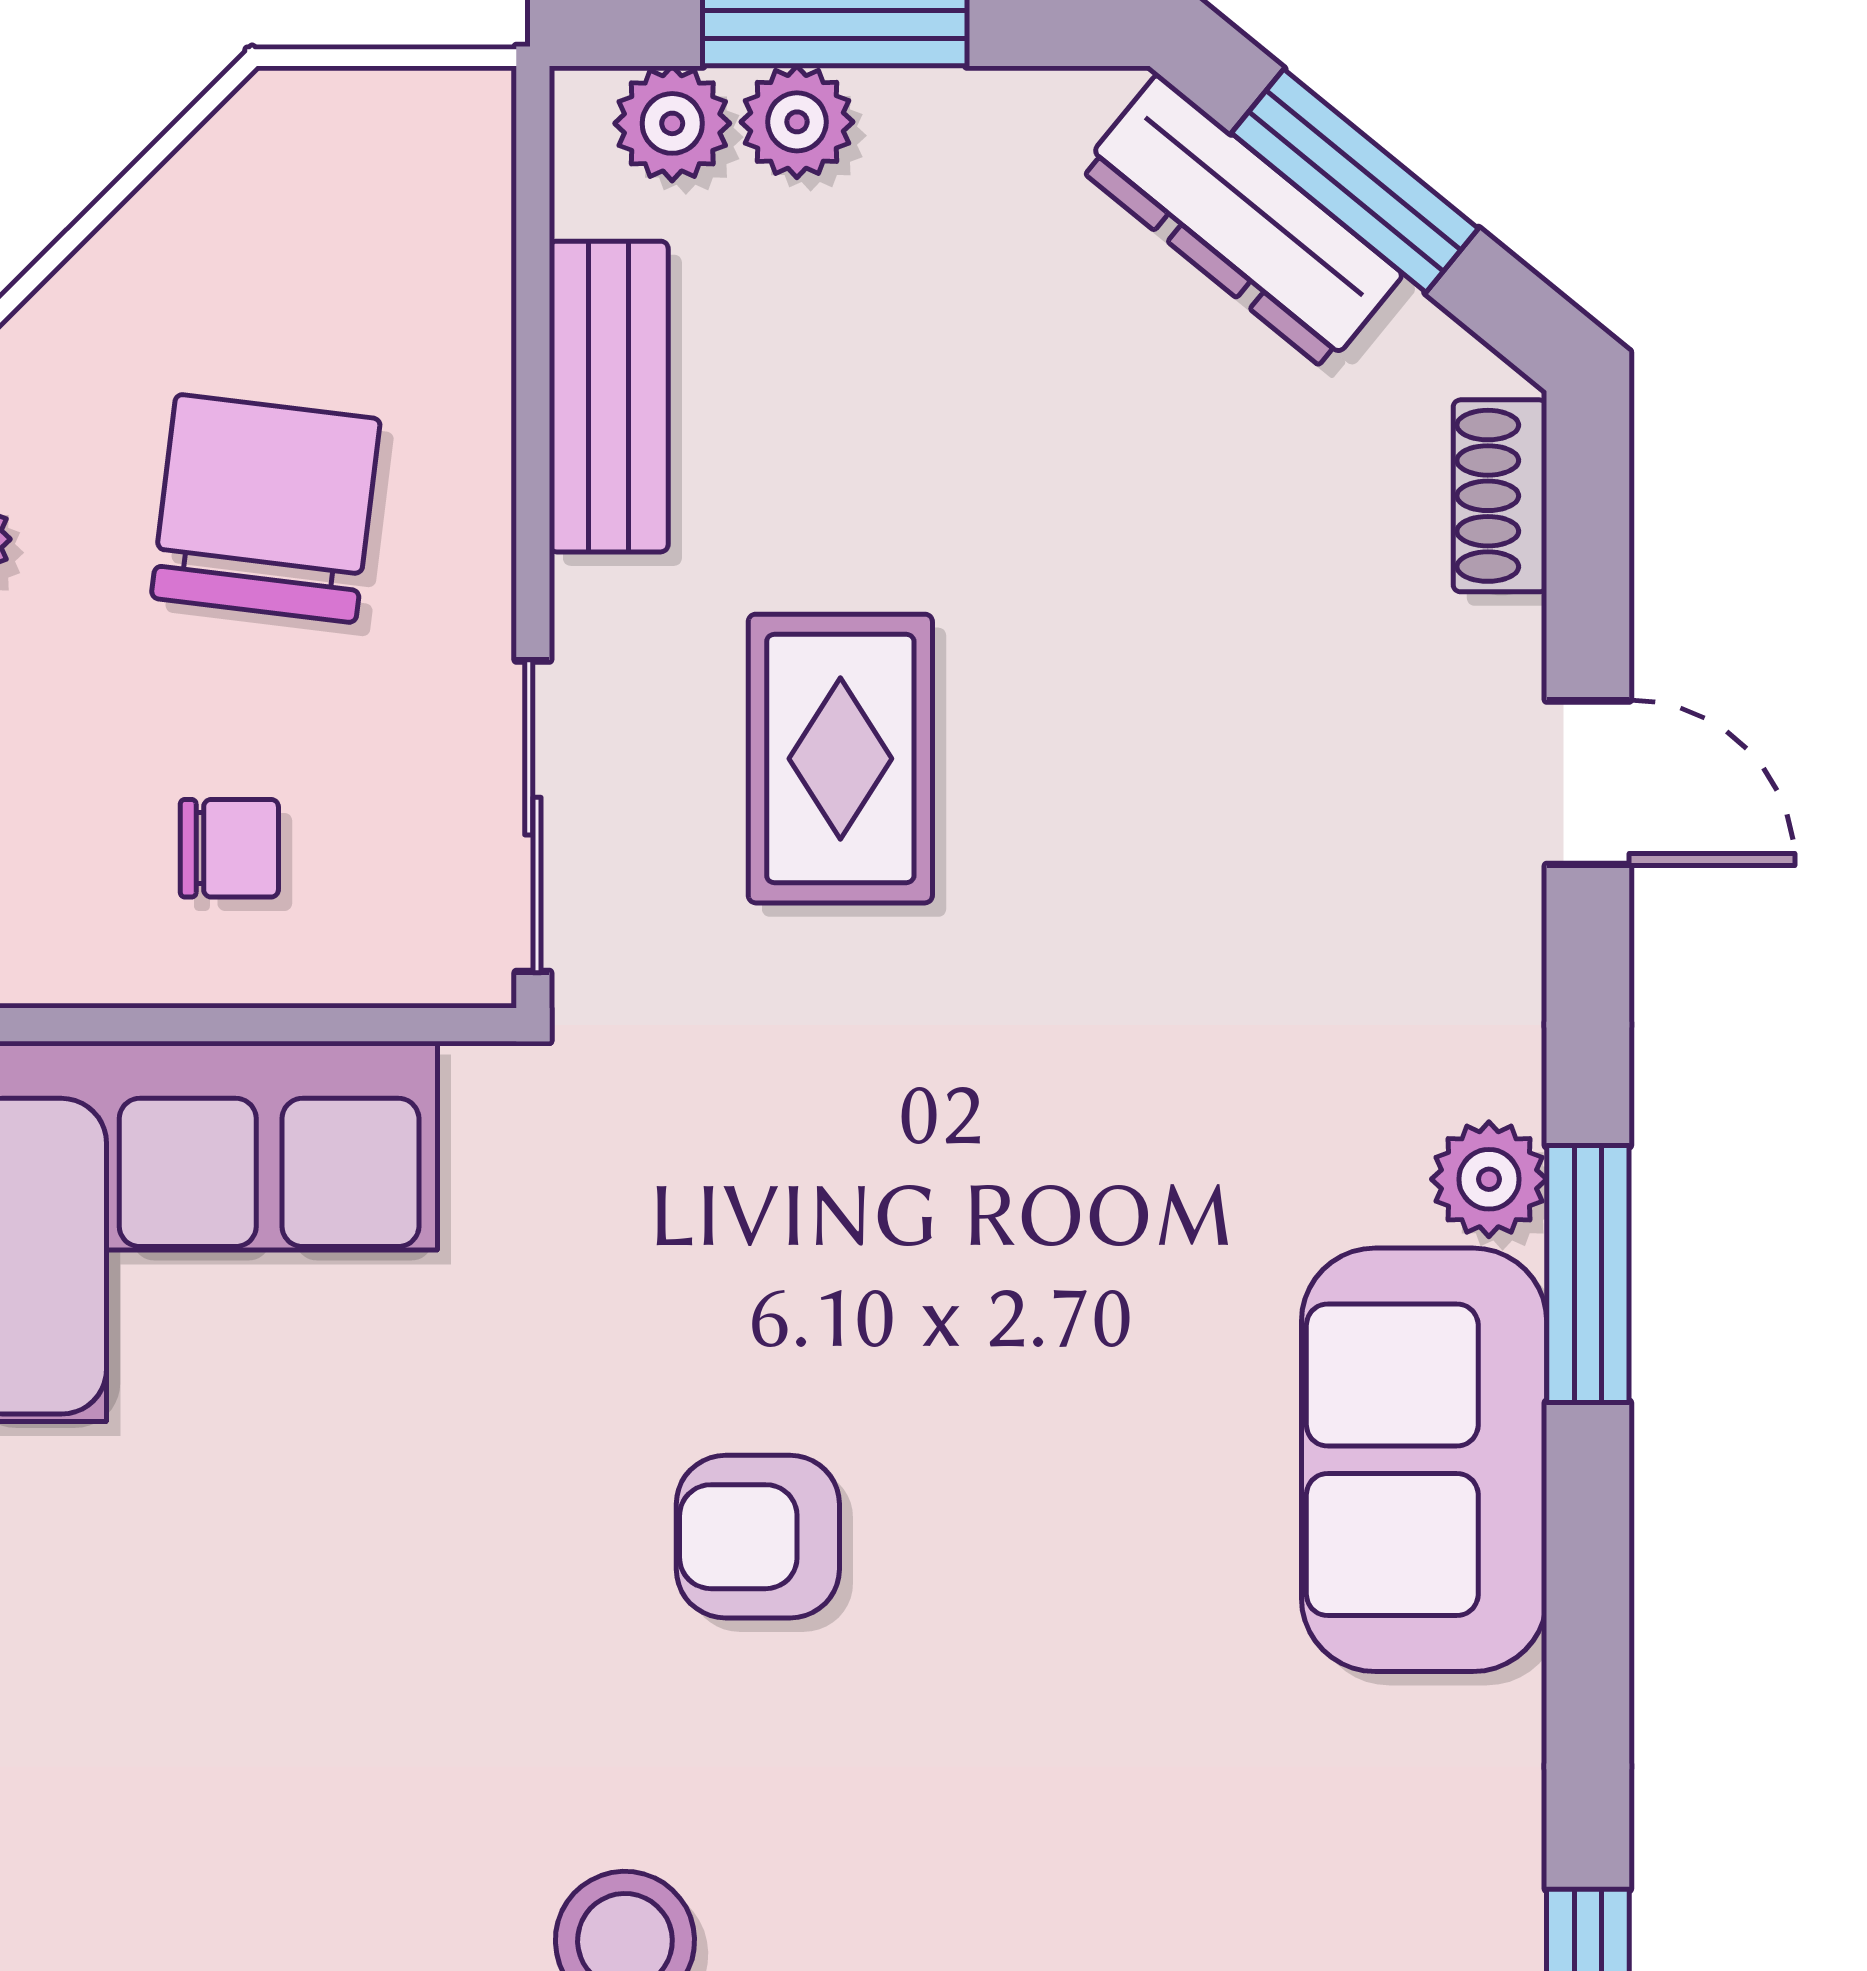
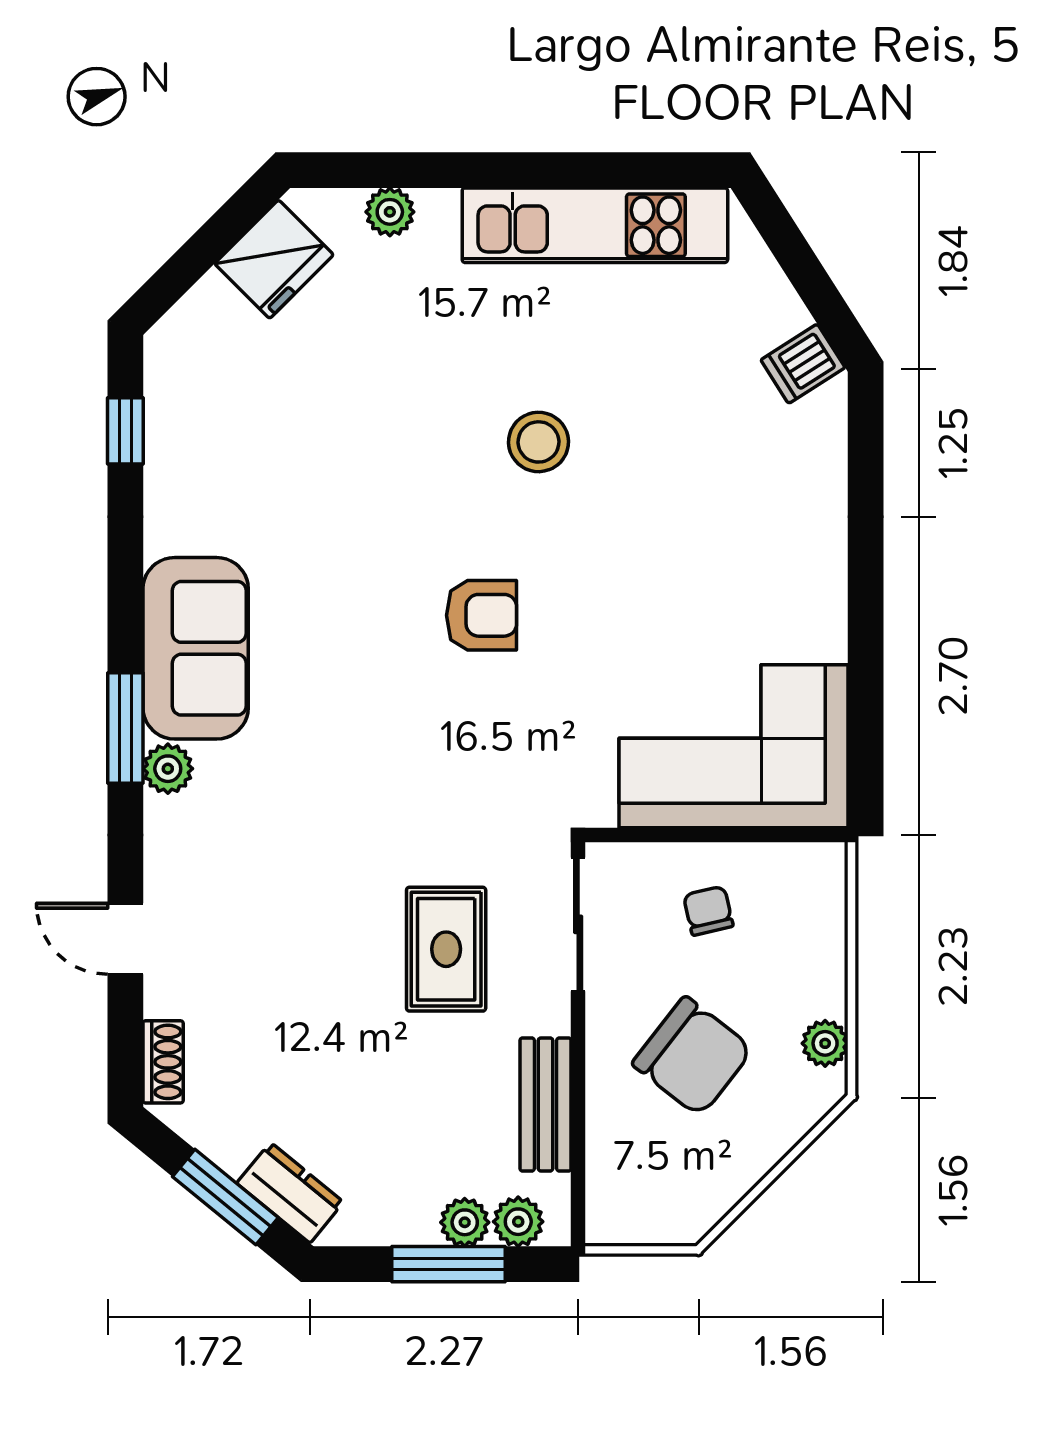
dresser: (1241, 222) -> (290, 1193), width x0.70
chair: (266, 508) -> (693, 1056), turned -59
chair: (229, 848) -> (708, 911), turned 77

